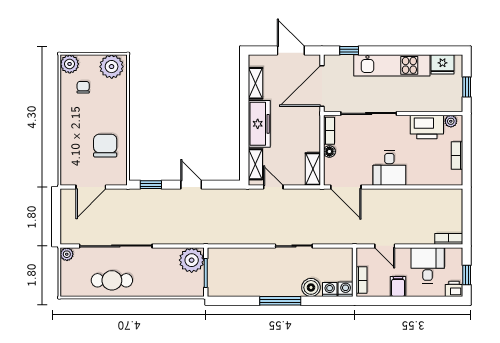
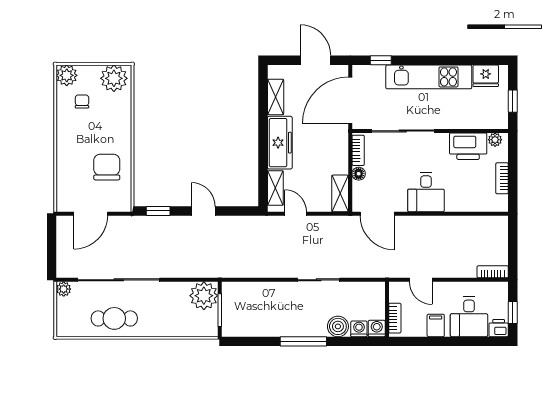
desk: (428, 265) -> (469, 317), moved, turned 180

